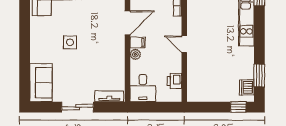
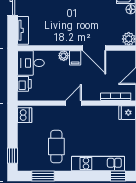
cafe table: (229, 62) -> (56, 147), added
printer: (174, 81) -> (24, 84), moved, turned 90
dishwasher: (247, 87) -> (25, 115), moved, turned 90

